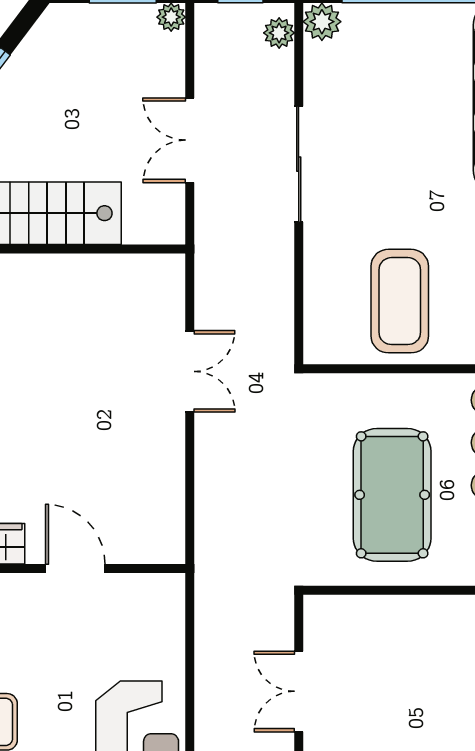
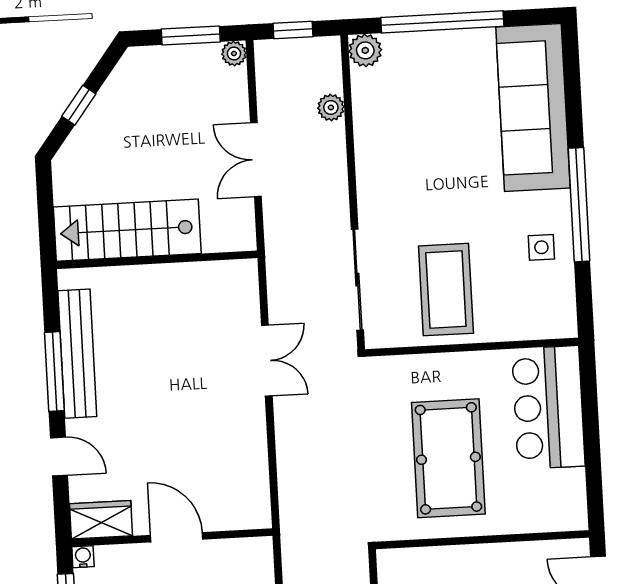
plant: (279, 33) -> (331, 107), moved
sliding door: (299, 164) -> (357, 280), moved

